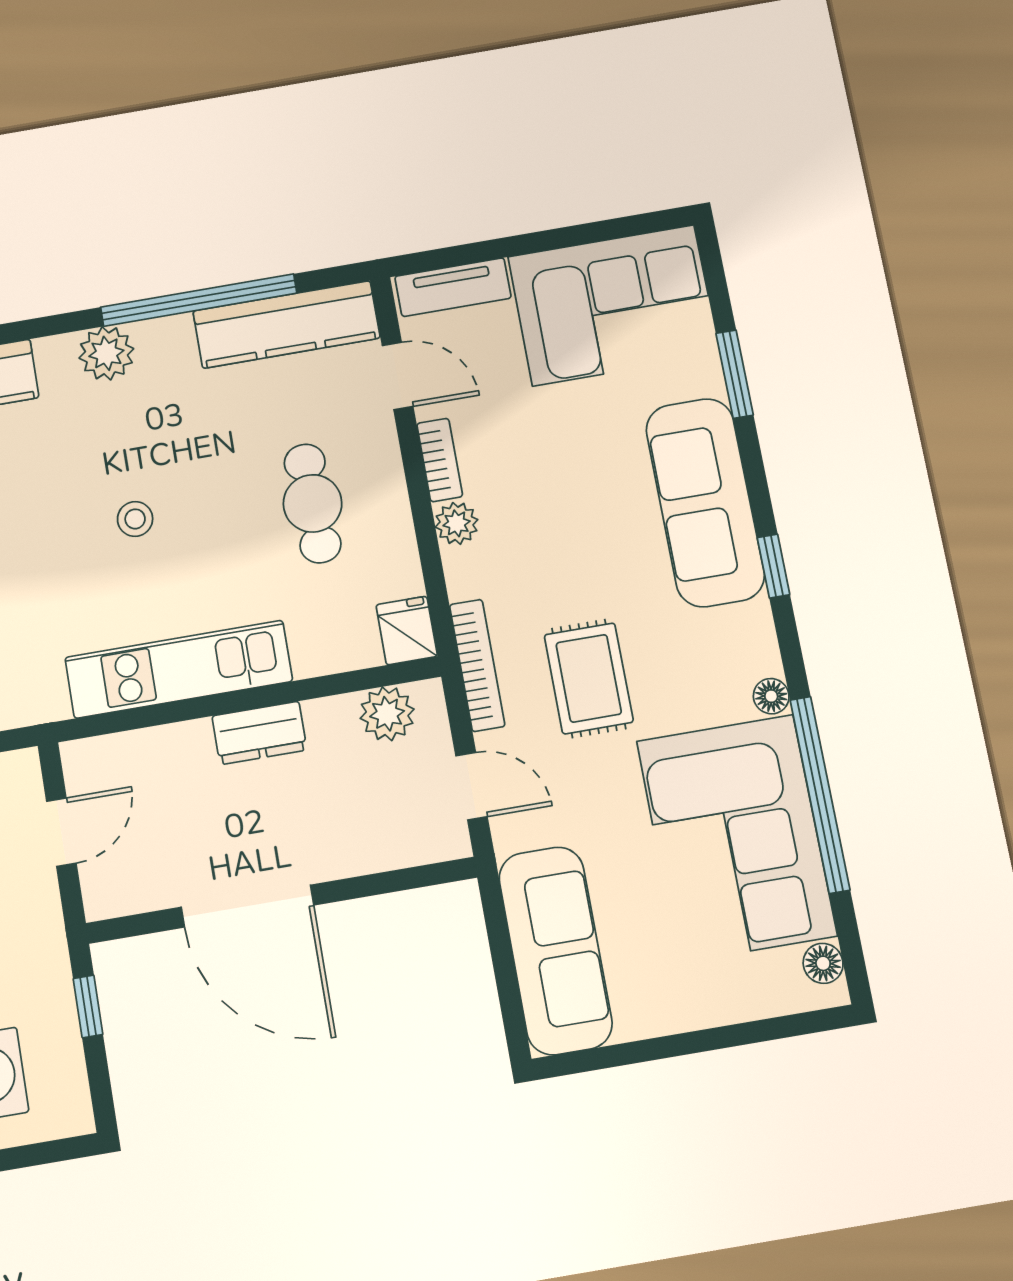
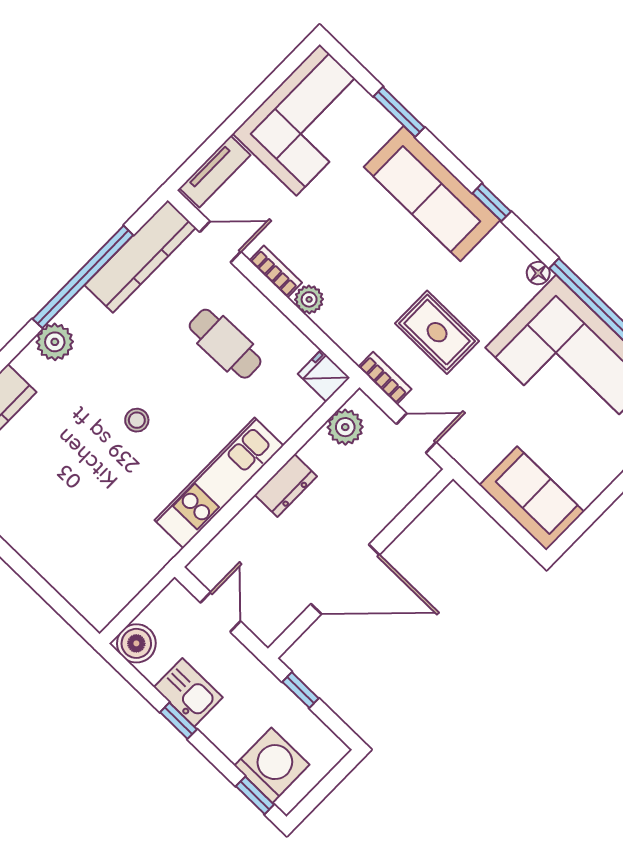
bookcase: (477, 665) -> (385, 378), width x0.64
sofa: (555, 950) -> (532, 498), width x0.73

